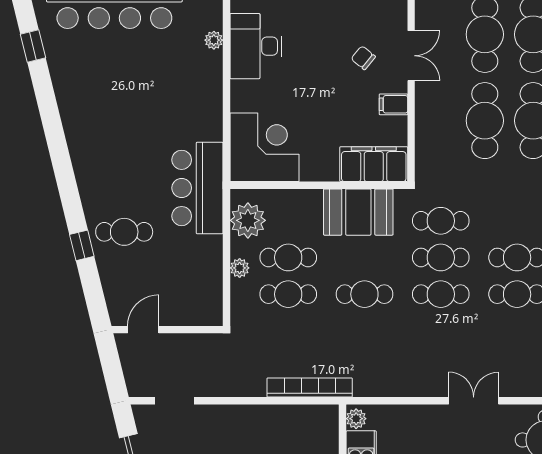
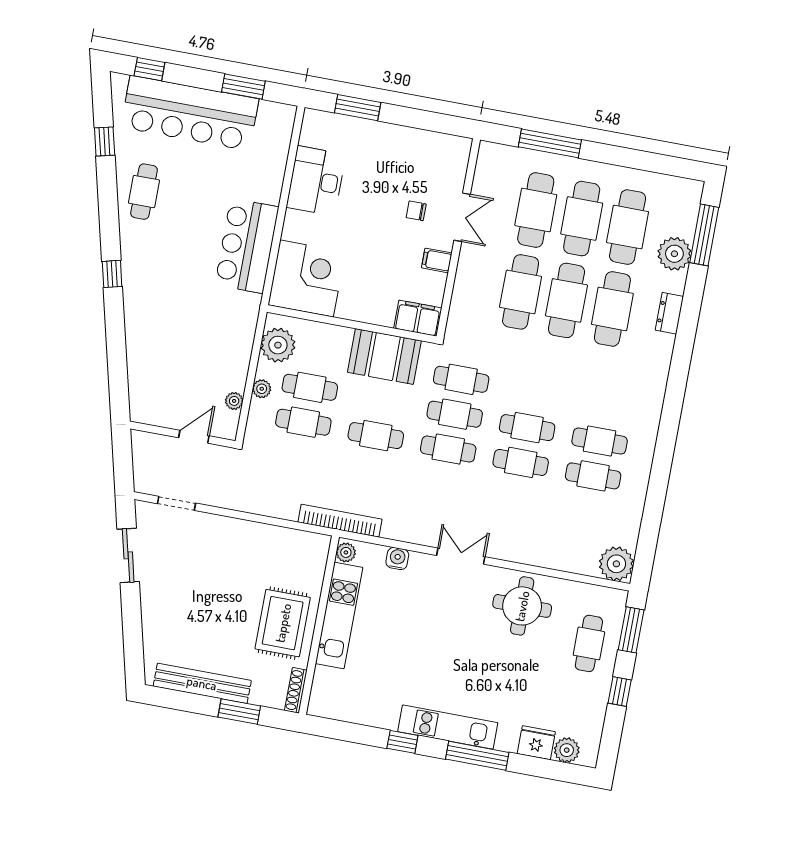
plant: (214, 40) -> (234, 401), moved
chair: (363, 58) -> (416, 211), turned -39
filing cabinet: (374, 164) -> (418, 318), width x0.67, depth x0.86
bar counter: (197, 188) -> (247, 246), moved
cafe table: (124, 232) -> (144, 192), moved, turned 90
window: (82, 245) -> (112, 274), moved
door: (143, 330) -> (194, 437), moved
bookcase: (310, 388) -> (340, 521), moved
water cooler: (410, 415) -> (397, 559), added

